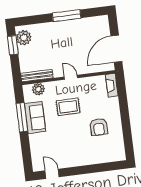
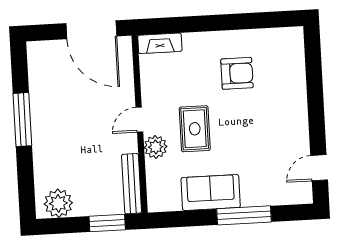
window: (13, 45) -> (107, 223), moved
plant: (38, 89) -> (156, 147), moved
window: (22, 117) -> (244, 215), moved

